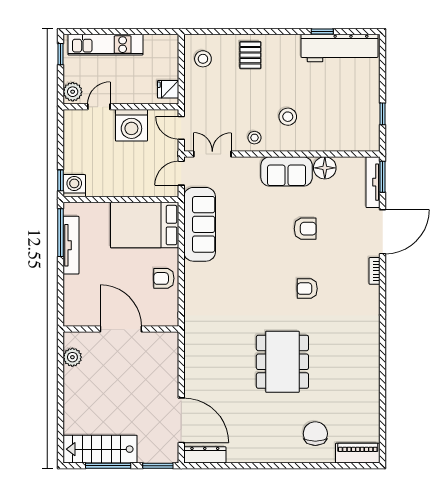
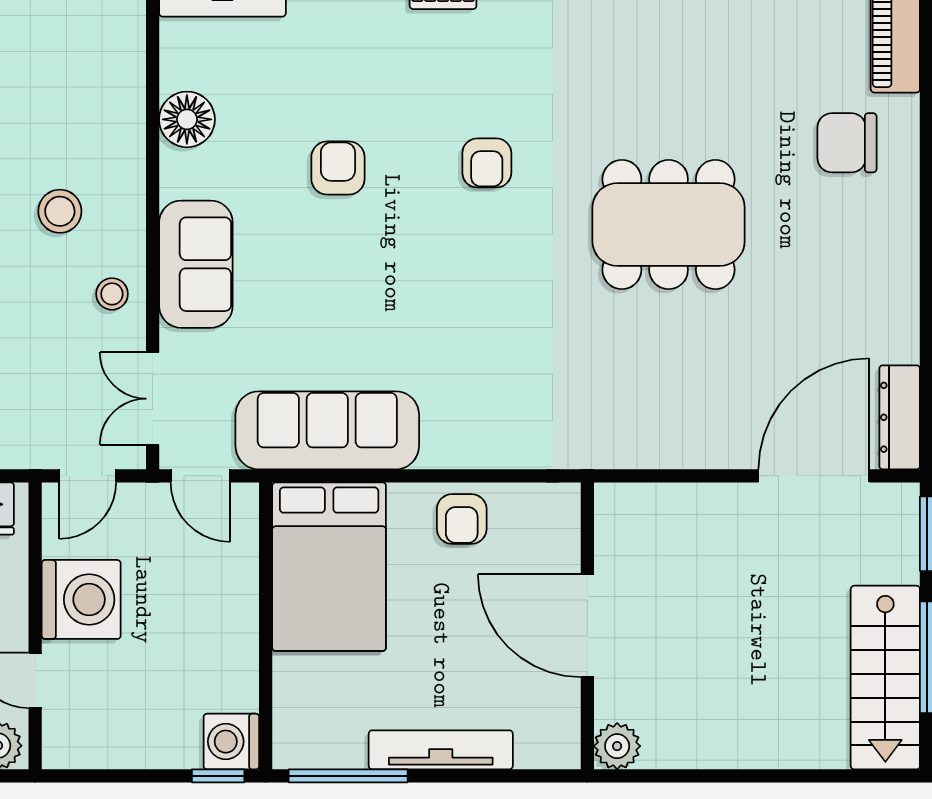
sofa: (287, 171) -> (196, 264), moved
tv unit: (71, 245) -> (441, 750), moved
door: (121, 329) -> (587, 626), hinge flipped
plant: (72, 357) -> (617, 746), moved

